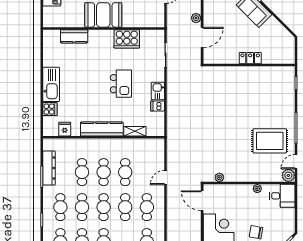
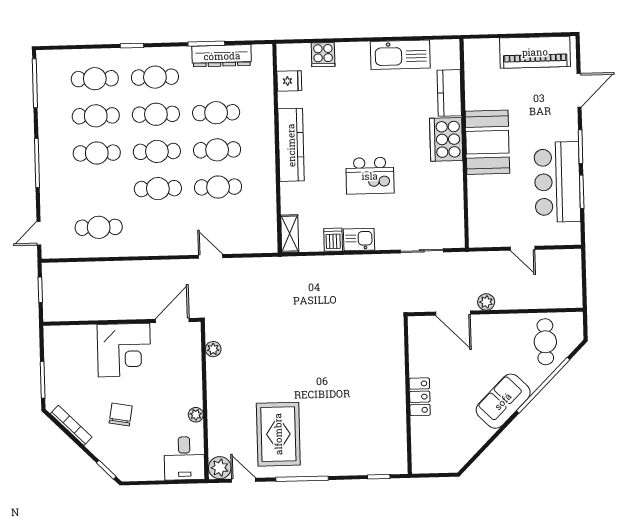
cooker: (127, 39) -> (446, 139), moved
kitchen sink: (51, 84) -> (400, 55), moved
shelving: (135, 131) -> (290, 234), moved
cafe table: (147, 207) -> (159, 226), removed

